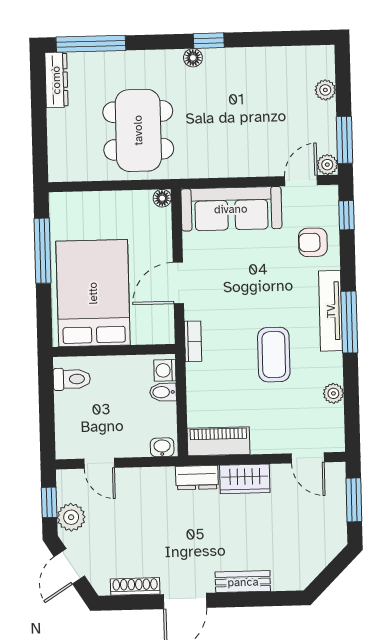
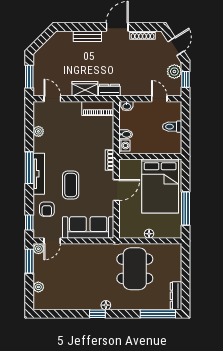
floor lamp: (162, 198) -> (149, 234), moved
armchair: (313, 242) -> (47, 209), turned 90
coffee table: (274, 355) -> (71, 185), moved
toilet: (72, 379) -> (172, 127), moved

